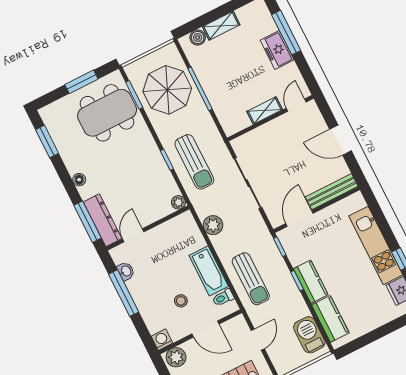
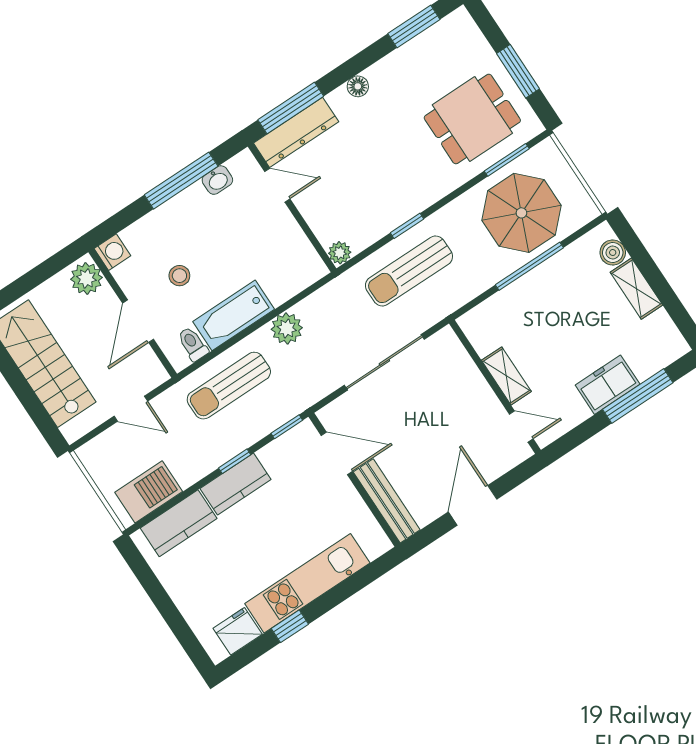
dining table: (107, 113) -> (472, 119), width x0.73
plant: (213, 225) -> (287, 329), moved

